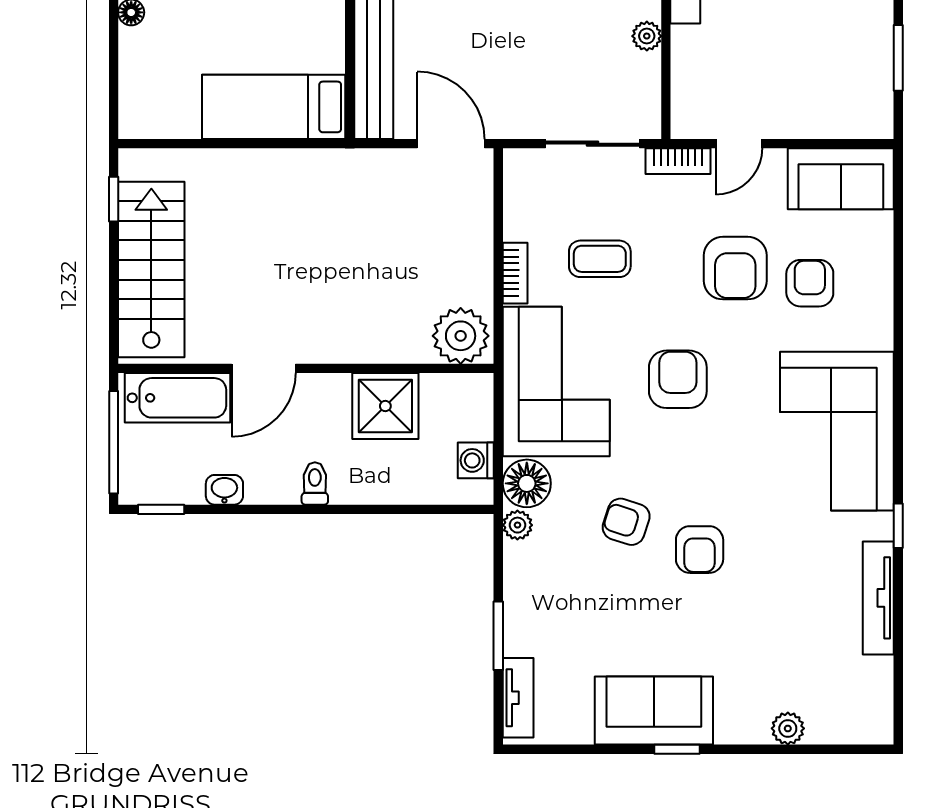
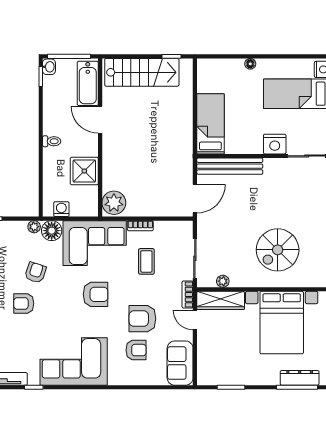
plant: (647, 36) -> (223, 281), moved
wardrobe: (692, 83) -> (221, 300), added
washbasin: (224, 490) -> (49, 67), moved

